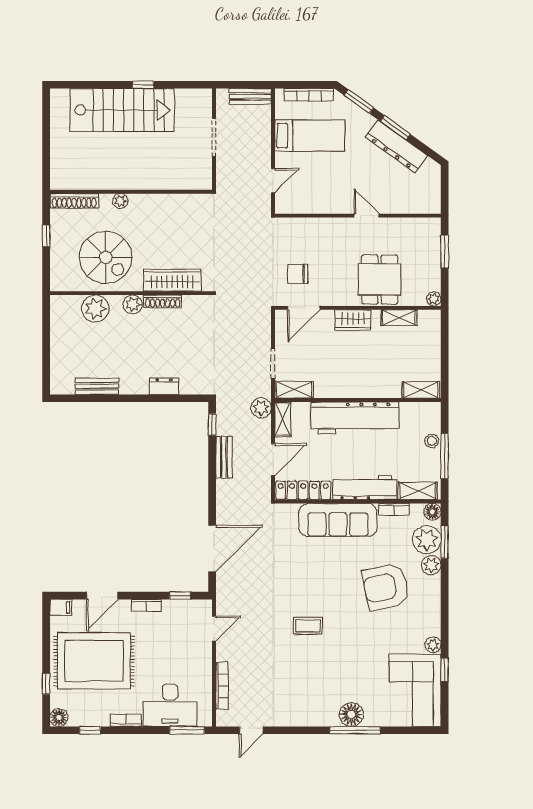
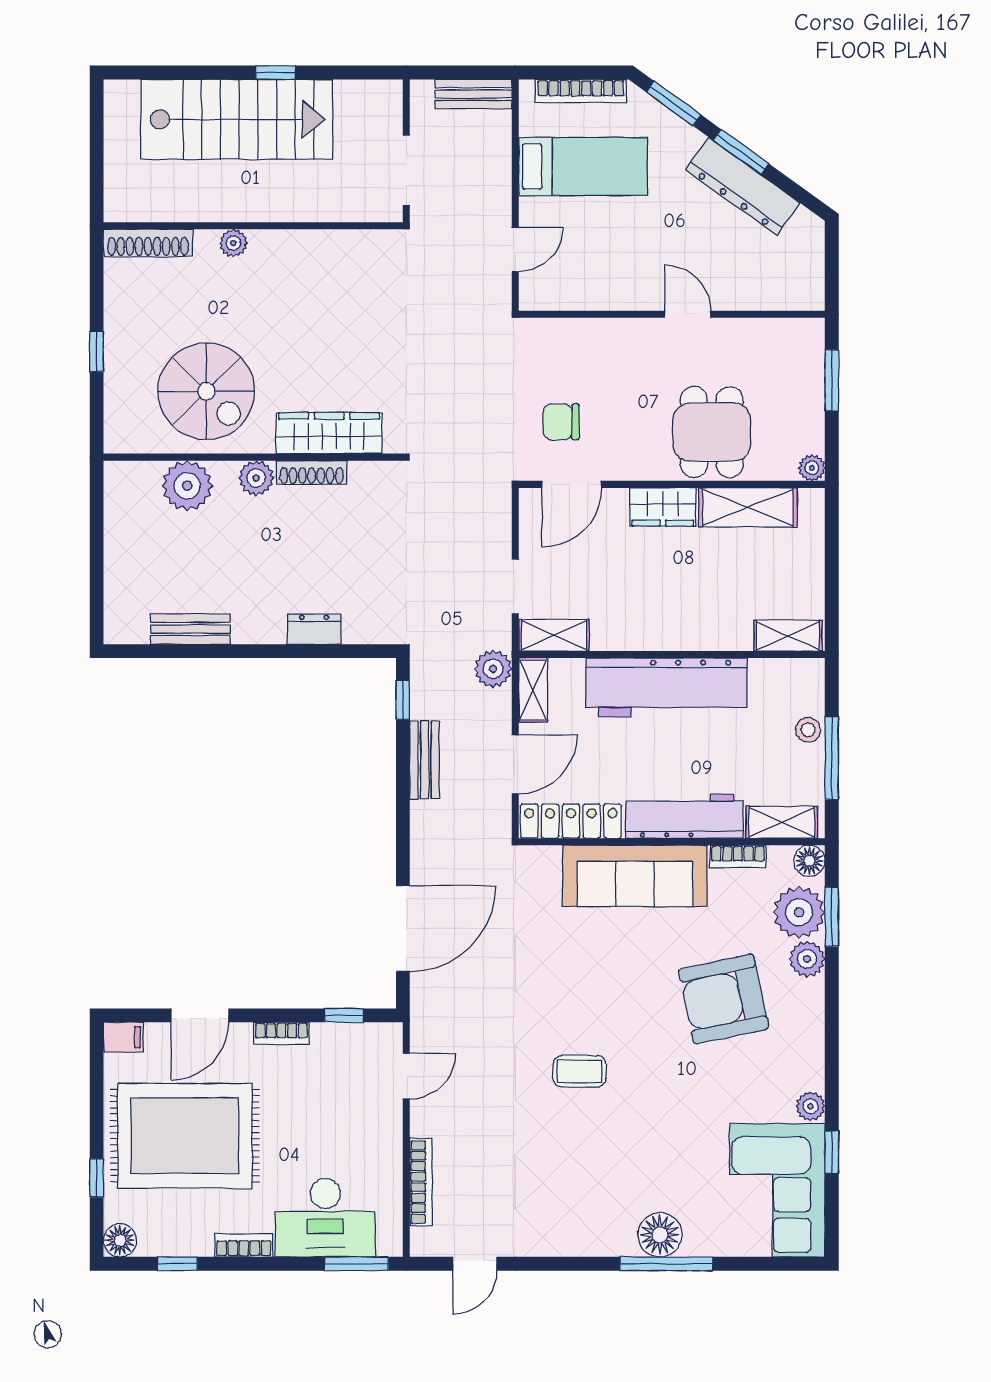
wall: (131, 192) -> (253, 226), moved
shoe rack: (74, 201) -> (148, 243), moved
plant: (120, 201) -> (233, 243), moved
shelving: (399, 318) -> (748, 507), width x1.50, depth x1.33

